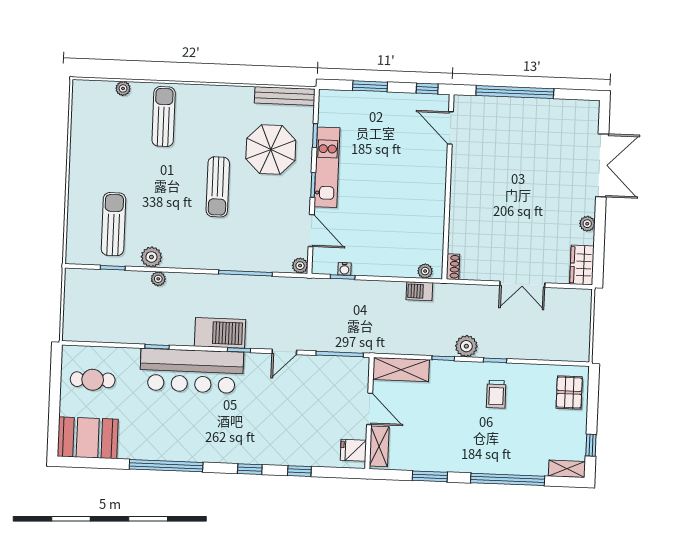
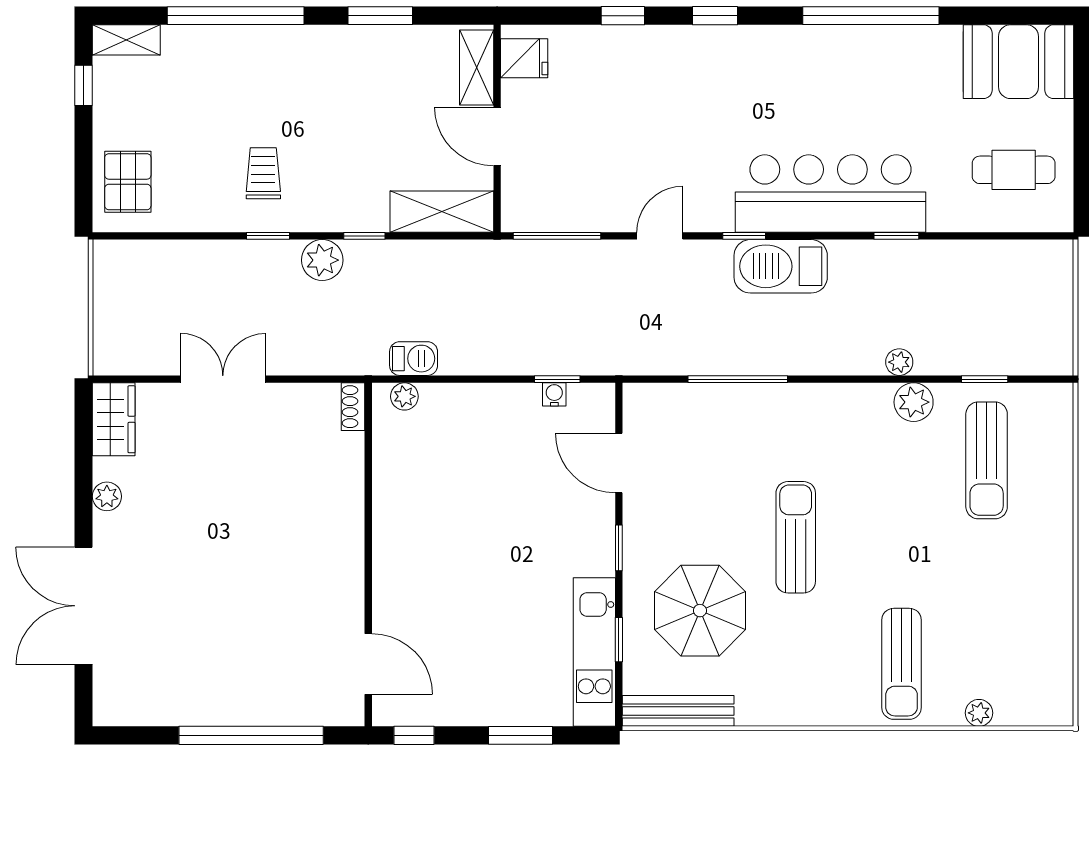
kitchen unit: (327, 167) -> (594, 652), moved
plant: (300, 266) -> (637, 397), removed

